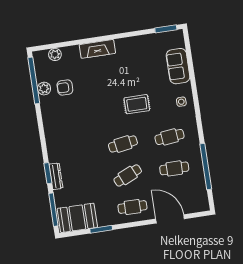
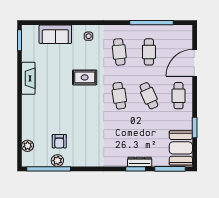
fireplace: (97, 49) -> (28, 78), moved
rug: (137, 104) -> (85, 77), turned 90

